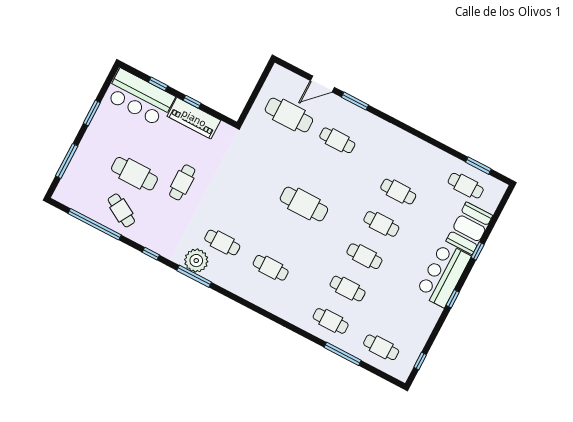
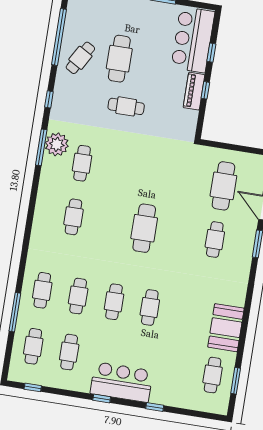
piano: (194, 118) -> (194, 91), width x0.73, depth x0.75
cafe table: (398, 192) -> (69, 352), moved
booth: (469, 228) -> (226, 328), moved, turned 90

